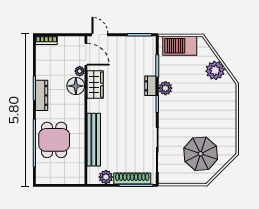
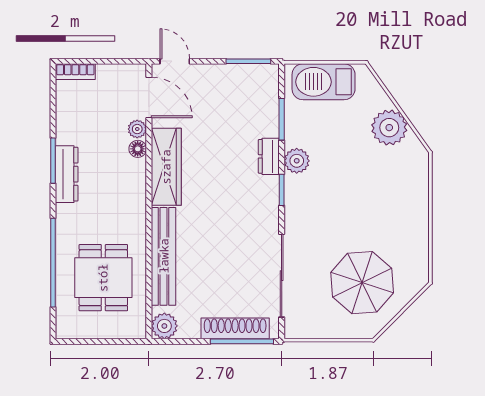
wardrobe: (95, 85) -> (166, 167), width x1.50
floor lamp: (76, 86) -> (138, 149), width x0.53, depth x0.53
dining table: (54, 140) -> (103, 278), moved
plant: (106, 177) -> (164, 326), moved

